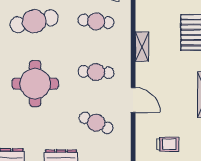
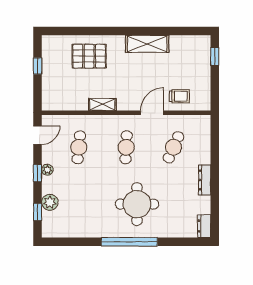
cafe table: (34, 21) -> (79, 205), removed
trolley: (168, 144) -> (179, 96), moved, turned 90

